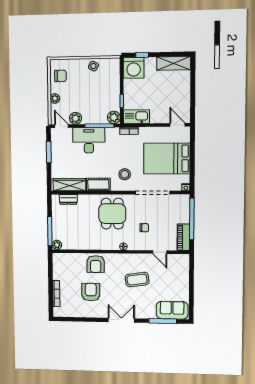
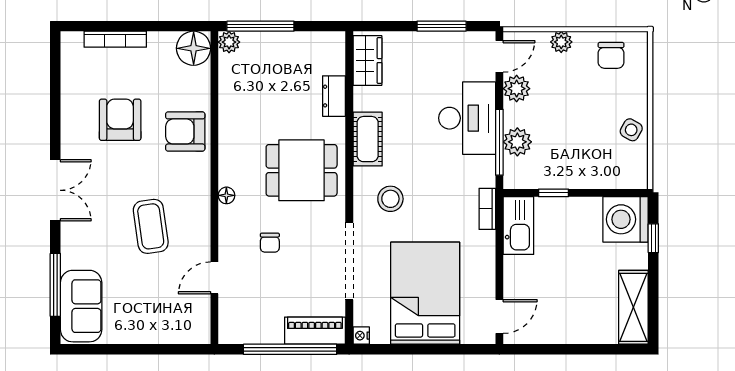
plant: (114, 117) -> (517, 142), moved
wardrobe: (69, 185) -> (367, 61), width x0.67
dresser: (68, 199) -> (334, 96), moved
piano: (183, 237) -> (315, 331), moved
floor lamp: (60, 260) -> (194, 48), added
armchair: (91, 292) -> (120, 120), turned -90

